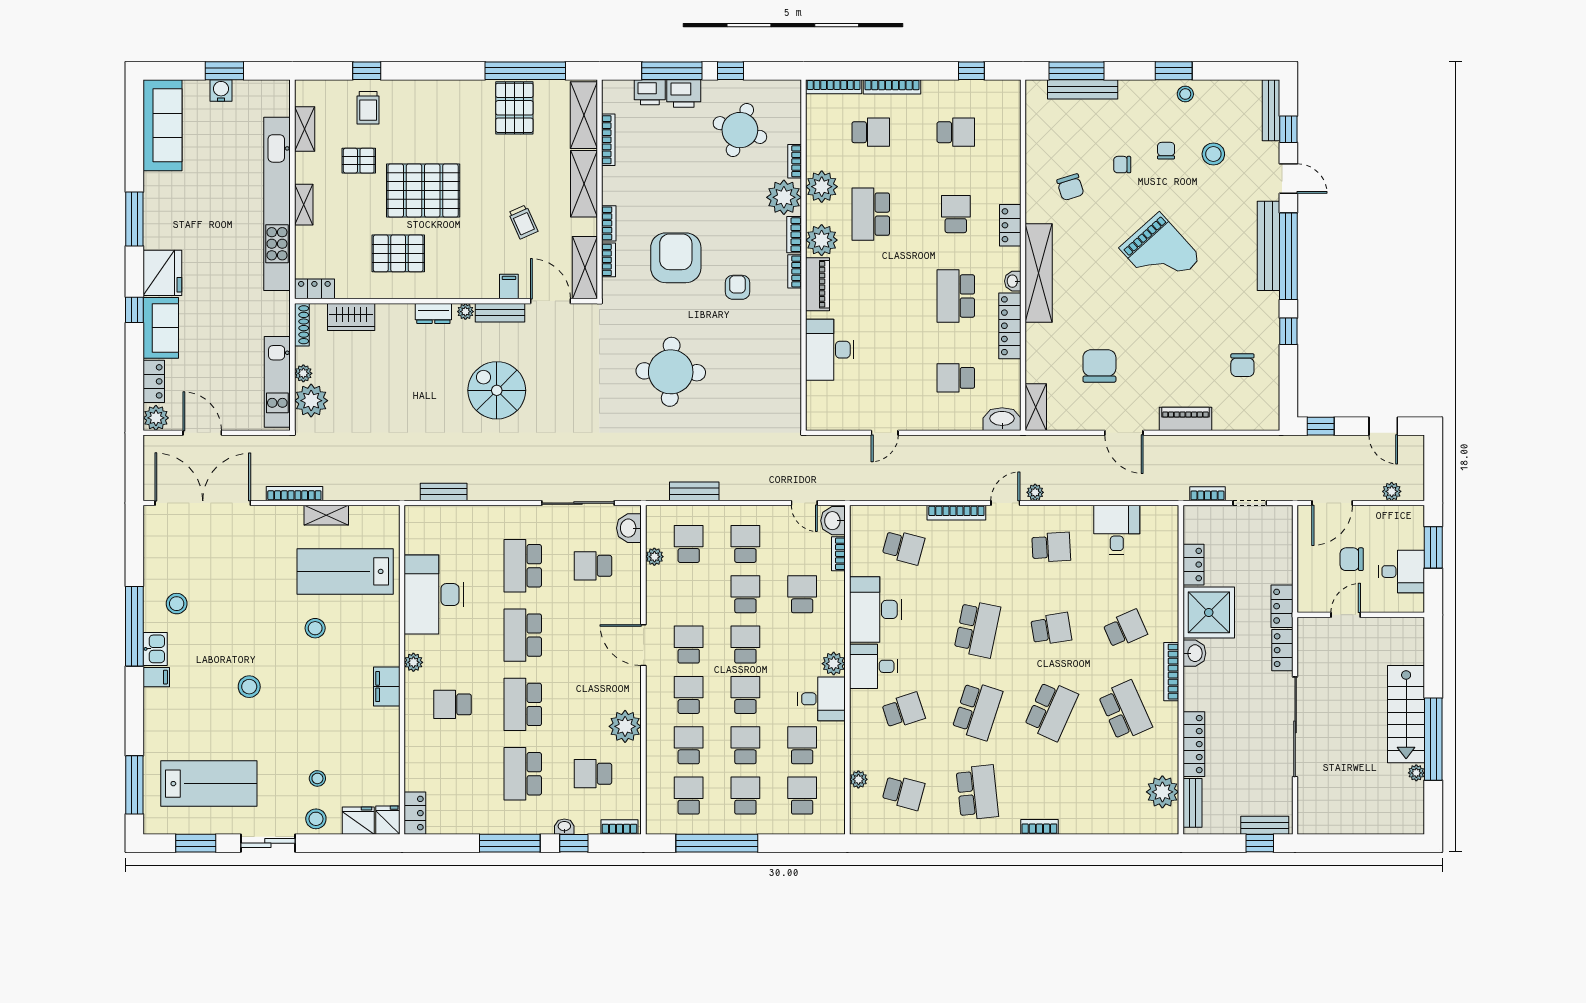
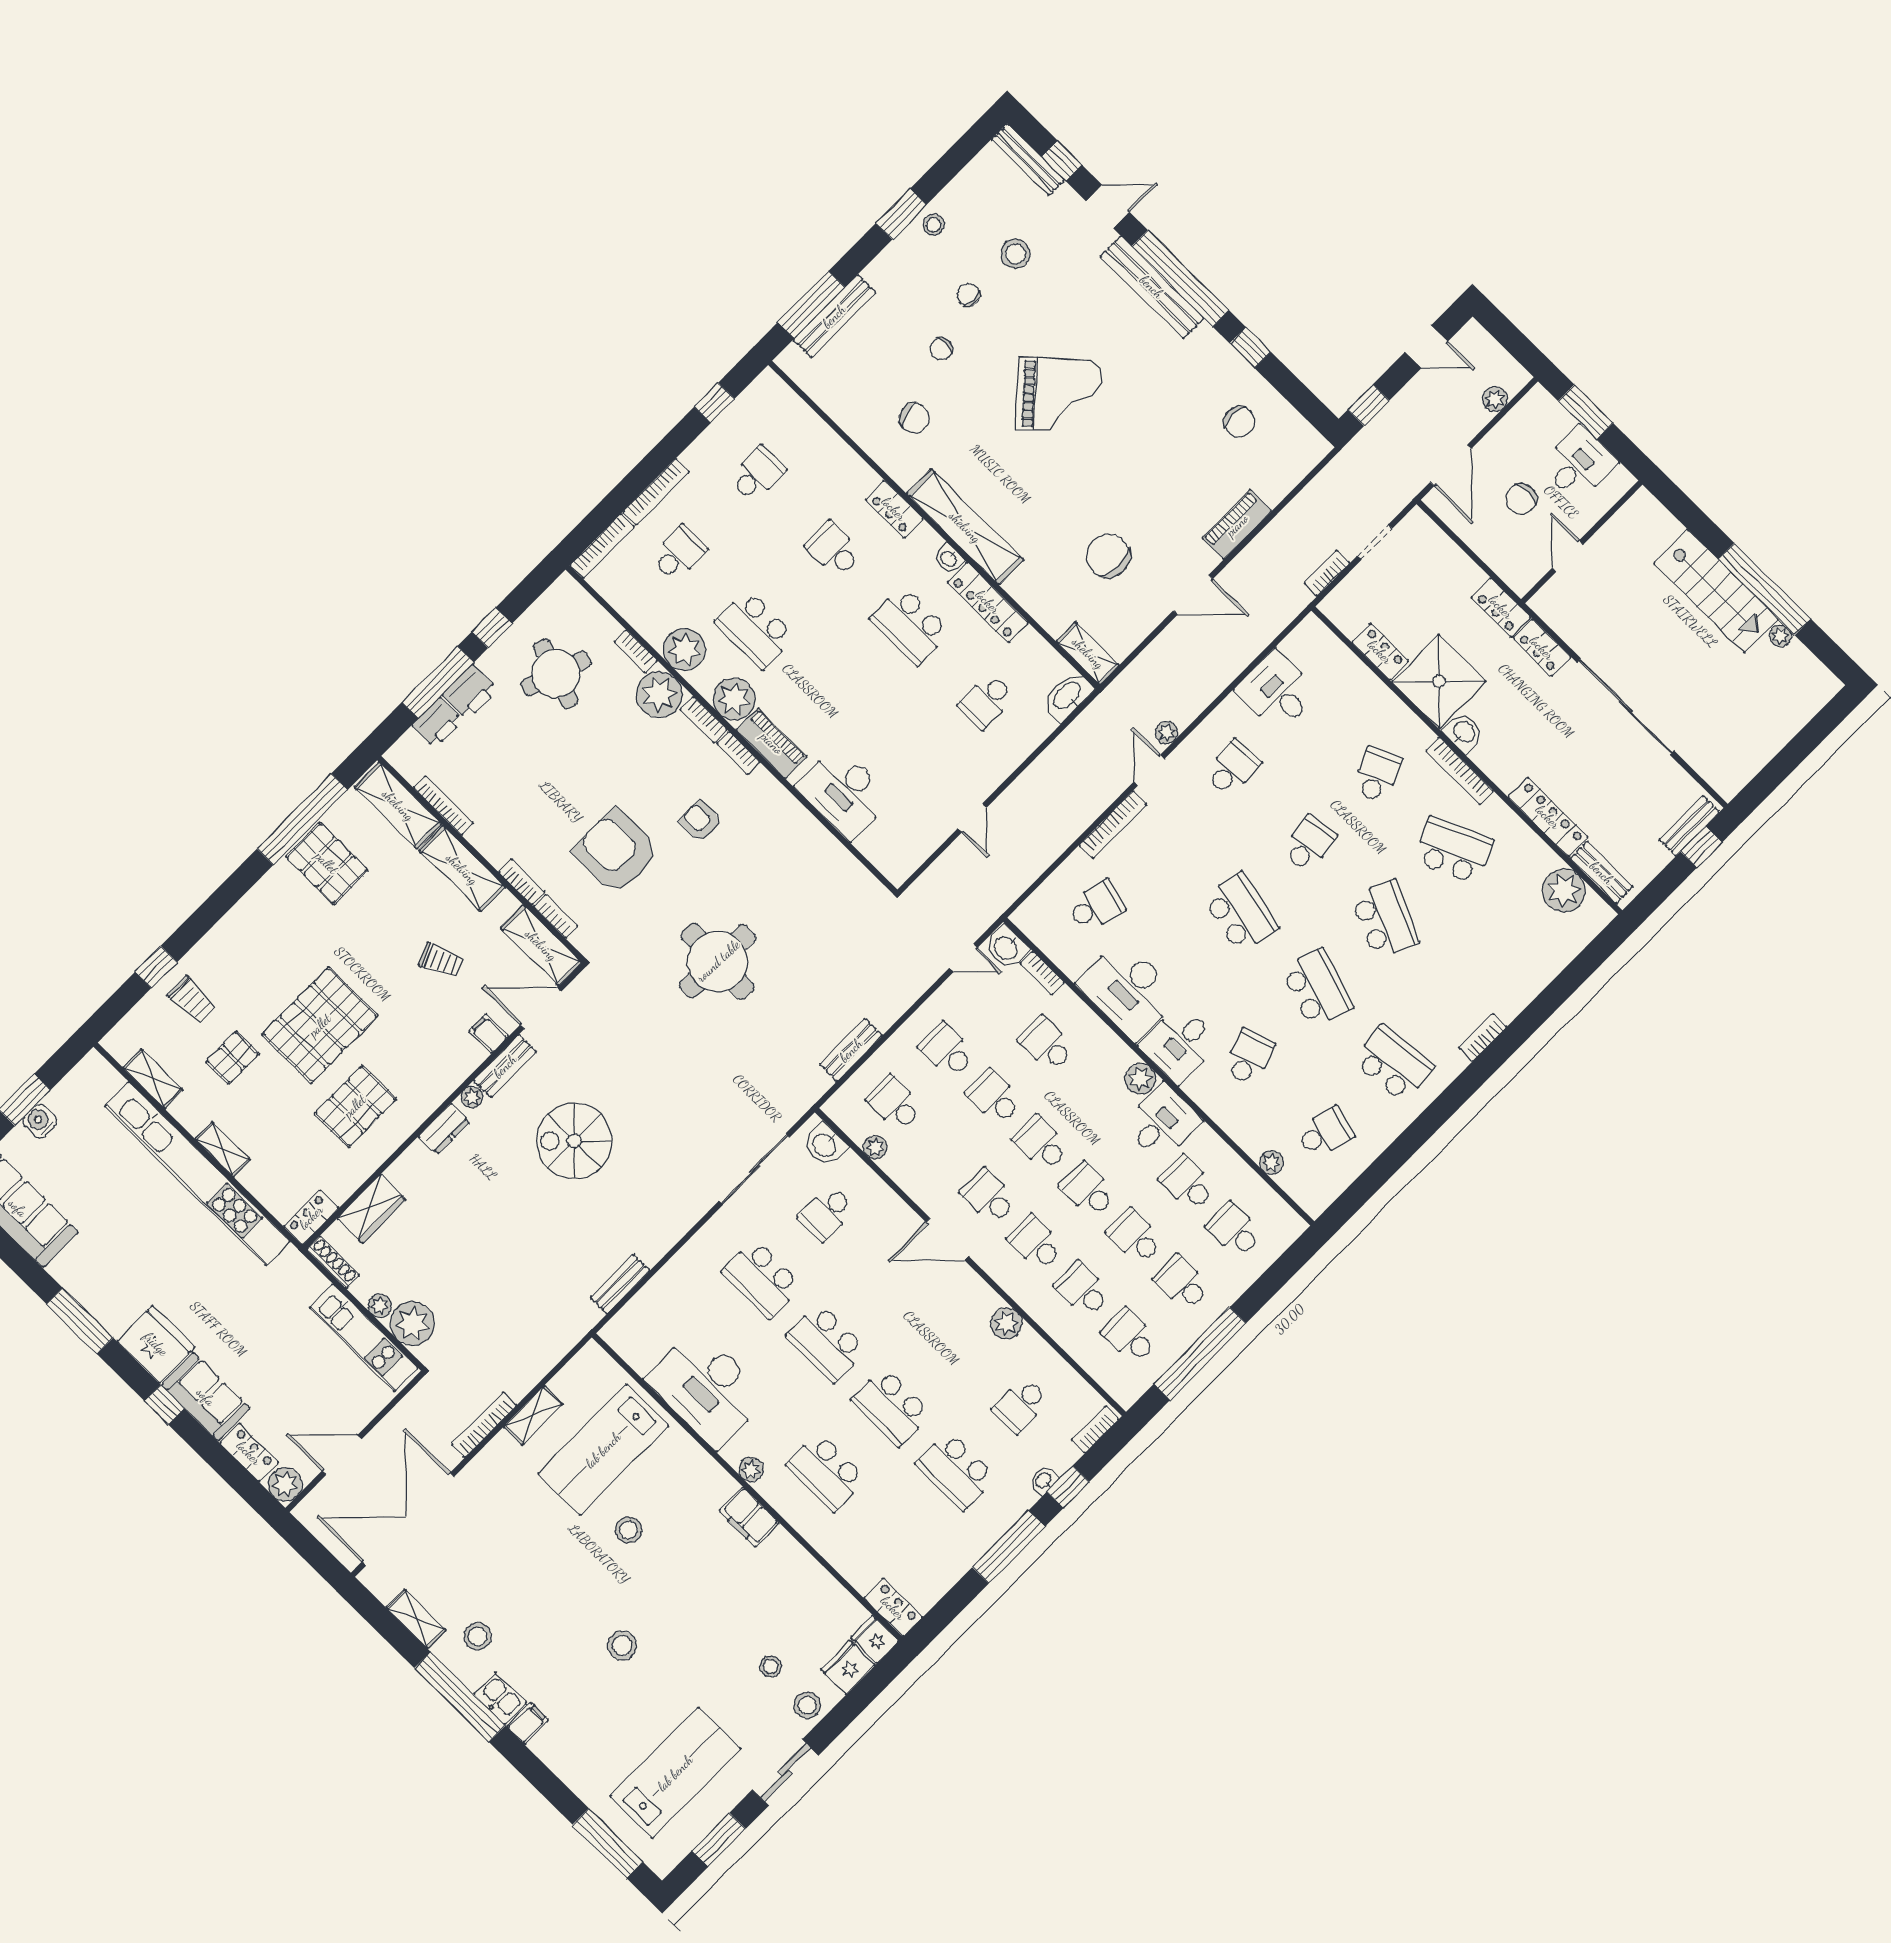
shelving: (153, 561) -> (416, 1619), added
school desk: (452, 704) -> (826, 1472), width x1.85
plant: (625, 726) -> (1006, 1323), width x0.73, depth x0.73

